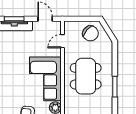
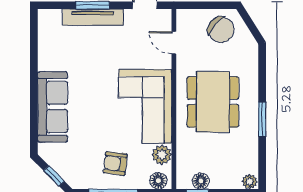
door: (62, 41) -> (174, 43), hinge flipped

